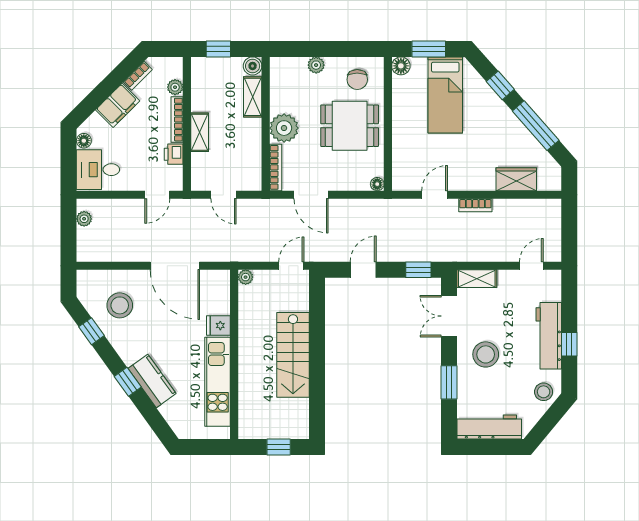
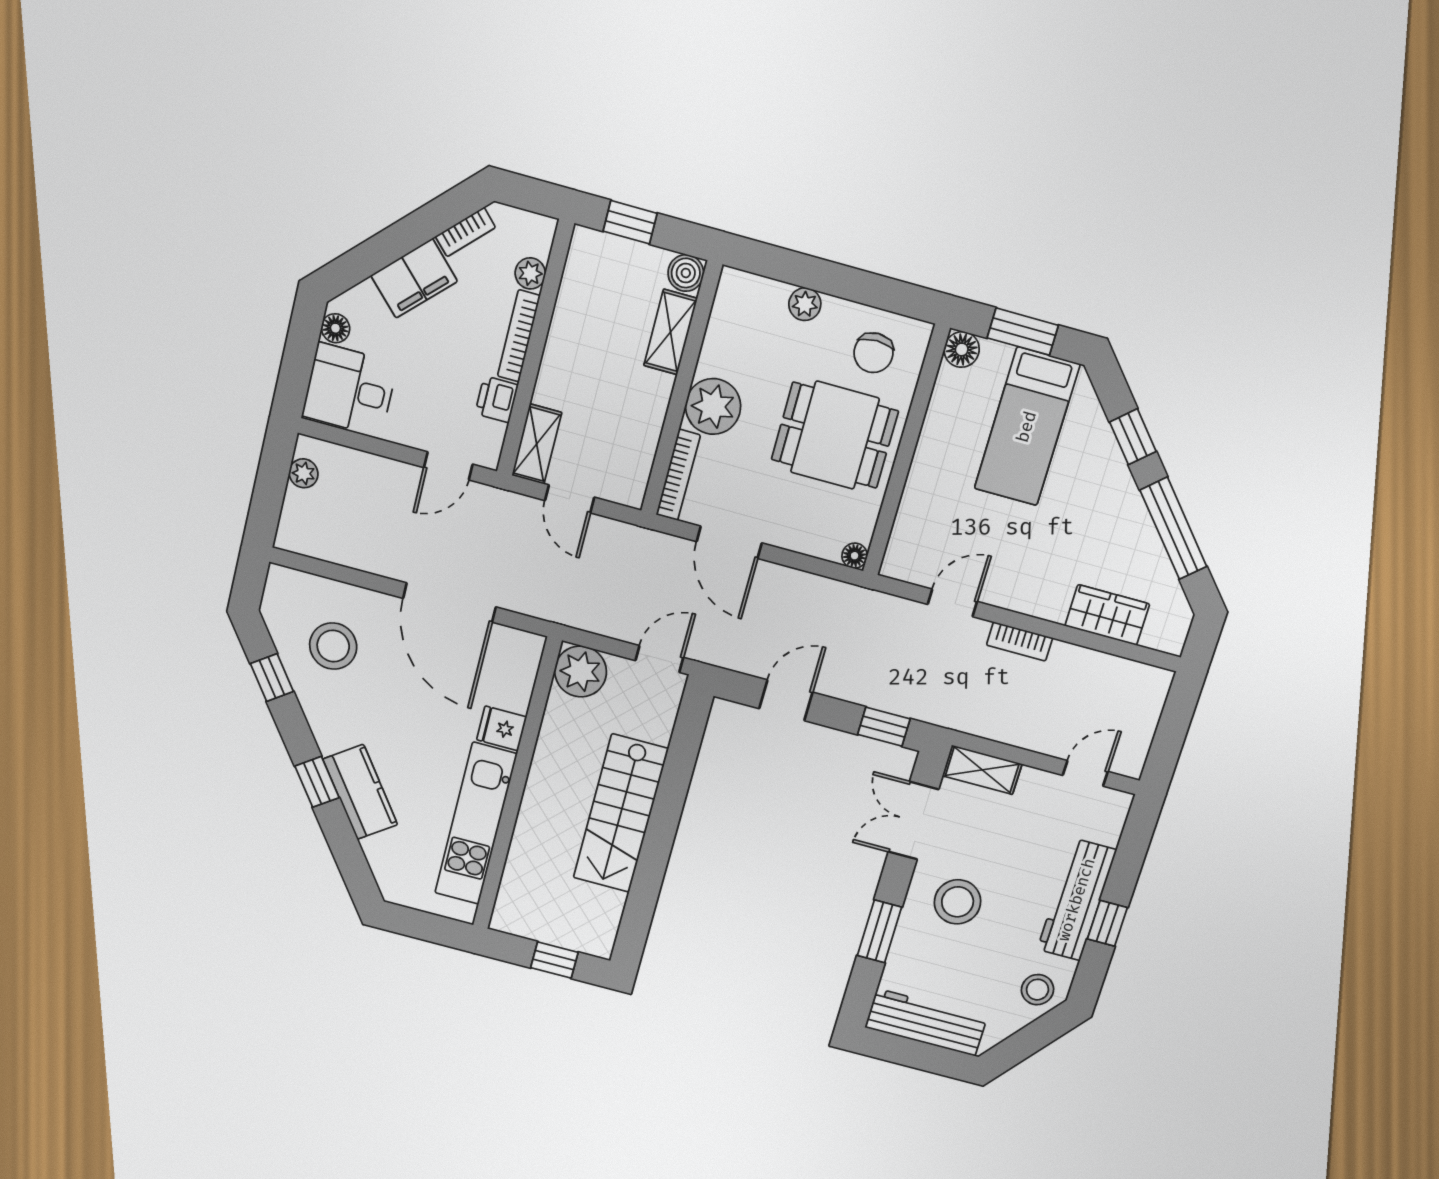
shelving: (200, 132) -> (537, 444), moved
plant: (246, 277) -> (581, 672), width x1.88, depth x1.88

